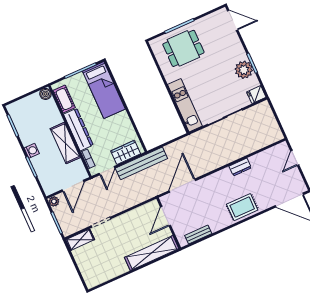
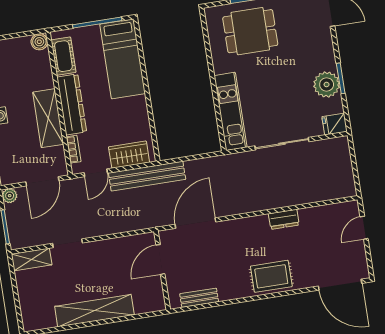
shelving: (152, 253) -> (94, 311), moved

